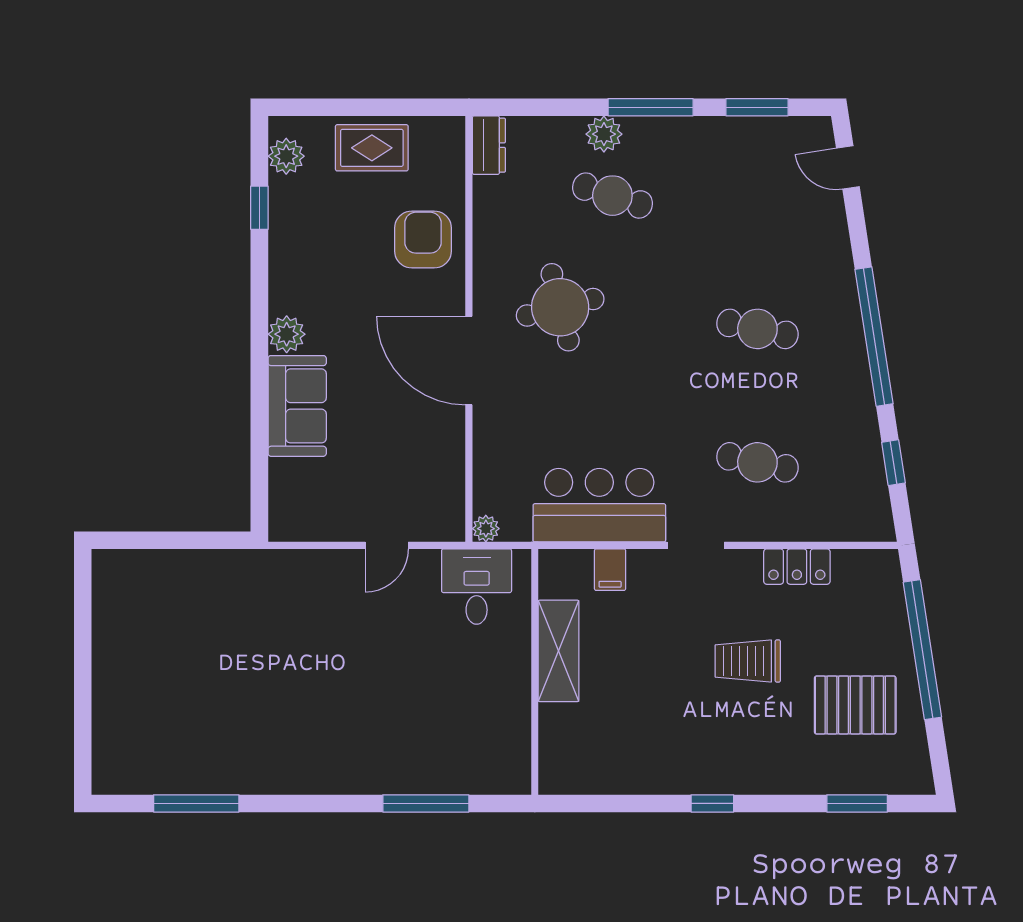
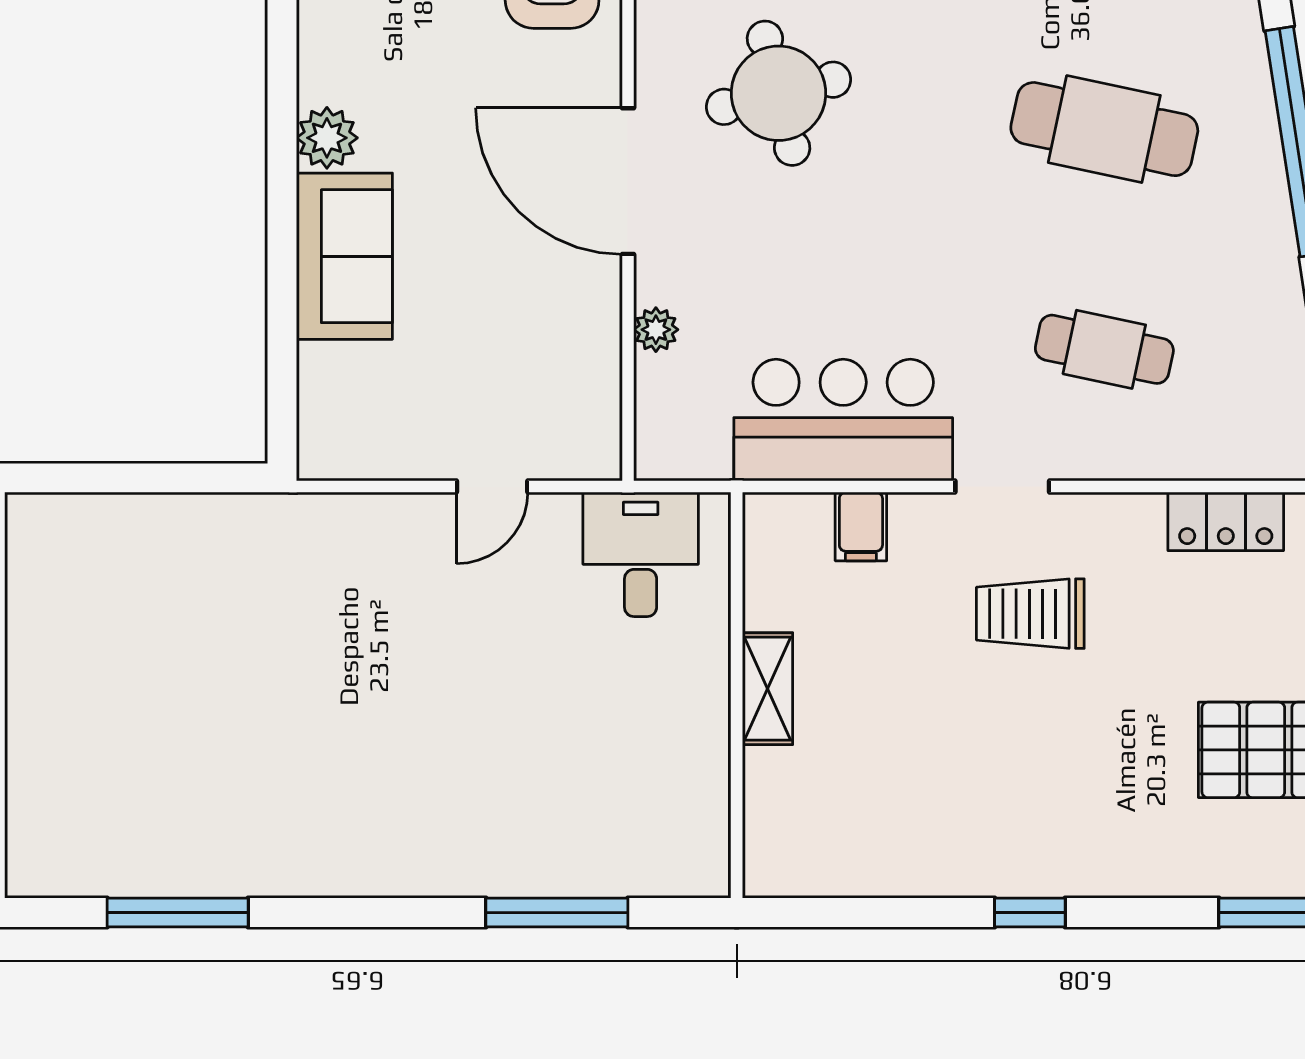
cafe table: (757, 329) -> (1104, 129), width x1.37, depth x1.35
plant: (486, 529) -> (656, 330), moved
locker: (797, 567) -> (1226, 521), moved
shelving: (559, 651) -> (767, 689), width x0.67, depth x0.75
trolley: (748, 661) -> (1030, 614), moved

